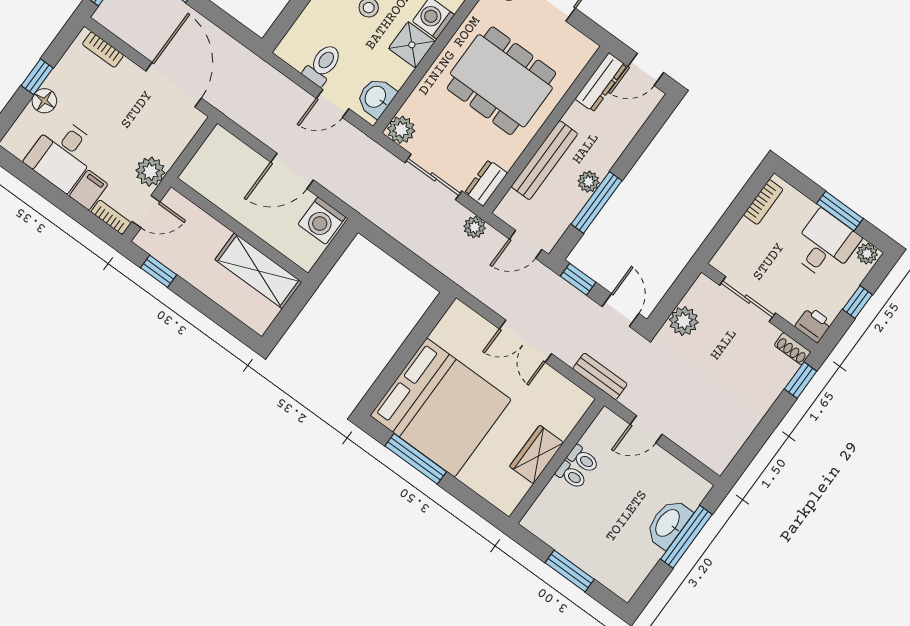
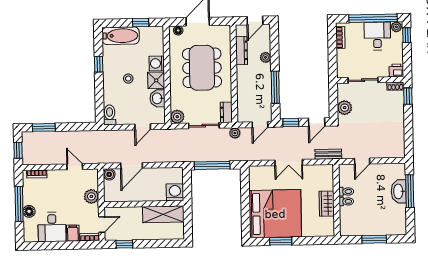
toilet: (323, 65) -> (110, 115), moved
window: (37, 77) -> (19, 204), width x2.17
dining table: (501, 81) -> (202, 68), turned 90
dresser: (601, 82) -> (242, 51), moved
door: (174, 85) -> (75, 167), width x0.53
washbasin: (376, 97) -> (158, 98), moved
boiler: (220, 139) -> (109, 174), added
bench: (544, 160) -> (242, 86), removed
door: (292, 171) -> (132, 166), moved
plant: (150, 172) -> (91, 196), moved
plant: (589, 182) -> (266, 57), moved
window: (840, 211) -> (373, 18), width x2.11
washing machine: (322, 221) -> (175, 192), moved, turned 180
window: (398, 251) -> (212, 165), added
window: (858, 302) -> (407, 35), moved
door: (620, 310) -> (317, 122), swing flipped
window: (416, 459) -> (281, 241), width x0.69

